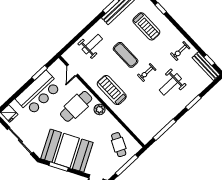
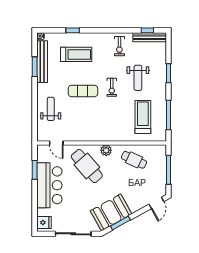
treadmill: (112, 90) -> (143, 117), moved, turned 90
cafe table: (76, 106) -> (87, 166), turned -41
cafe table: (119, 145) -> (134, 160), moved
booth: (67, 151) -> (111, 212), width x0.73, depth x0.70

